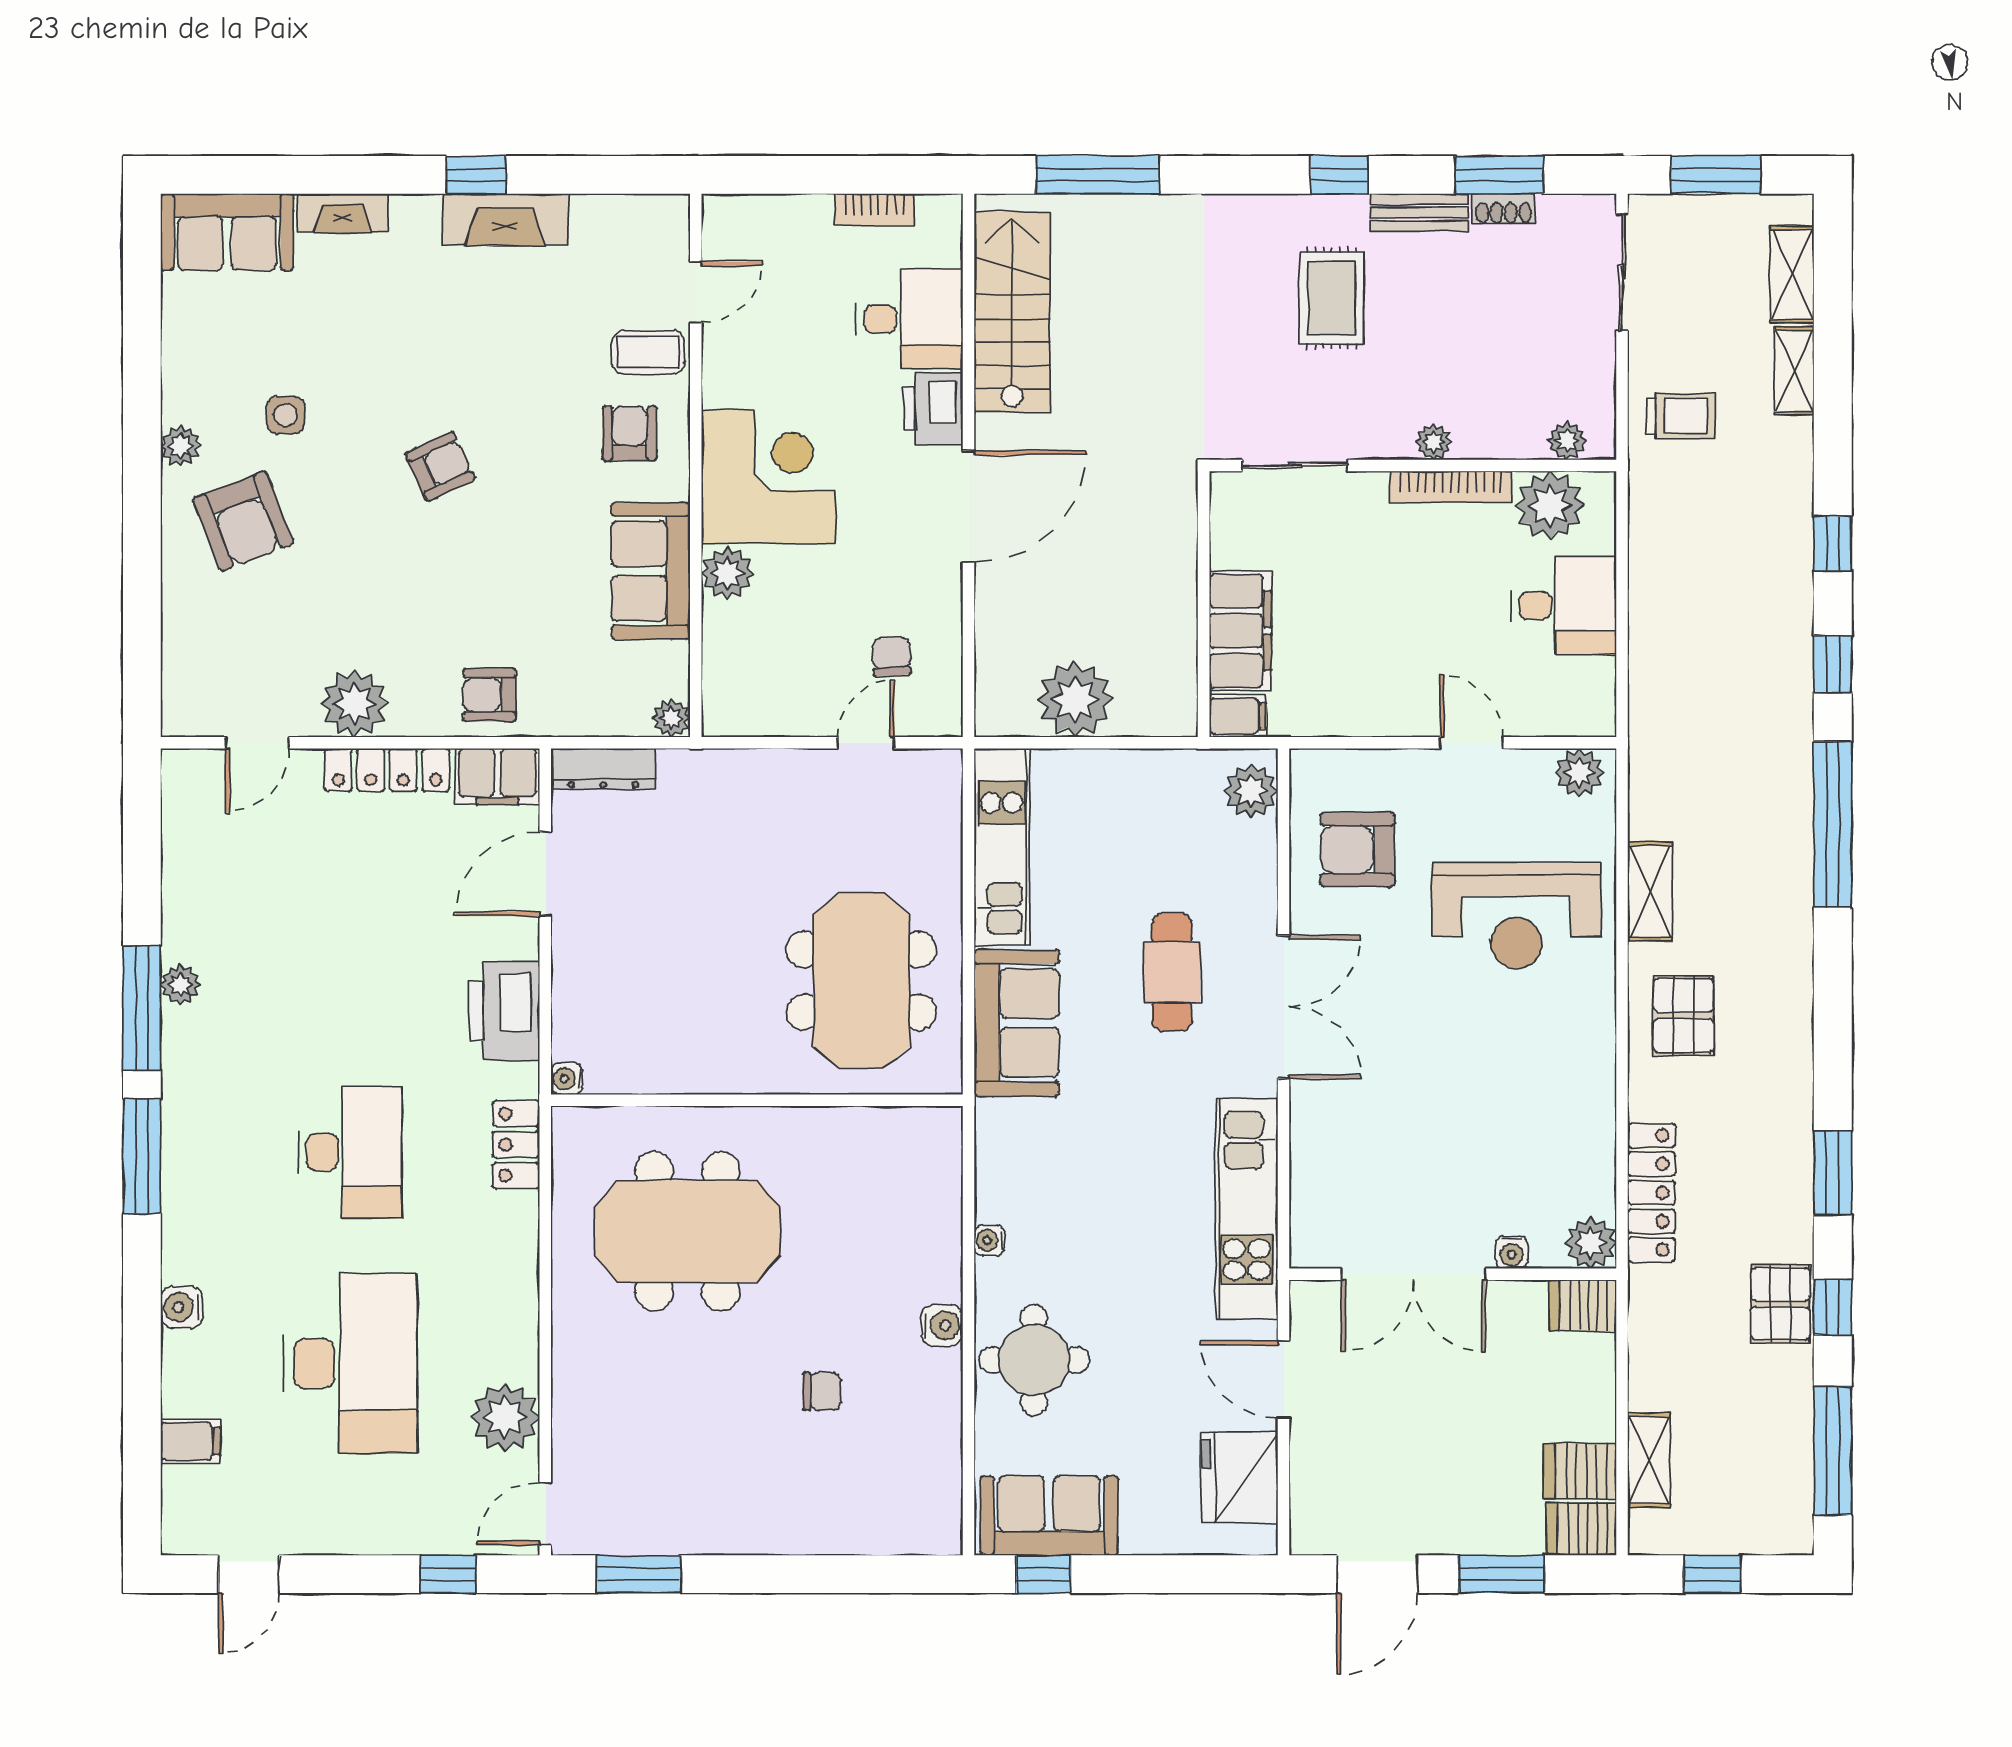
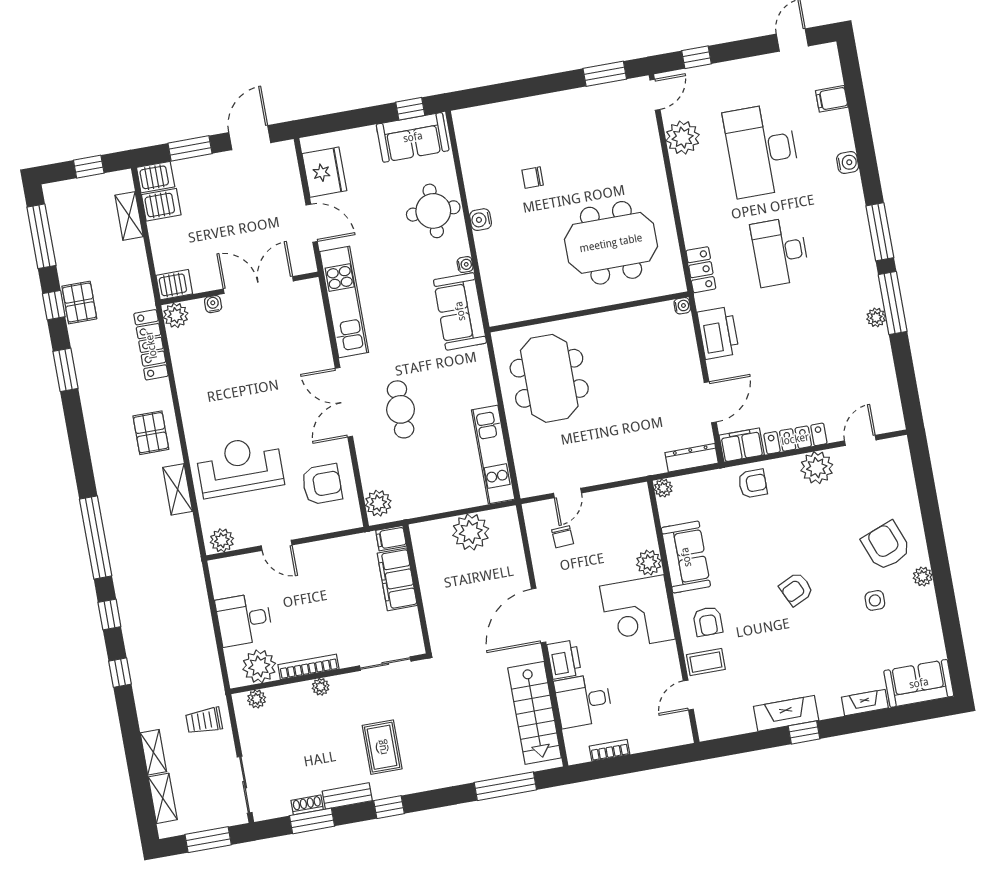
sofa: (1017, 1023) -> (460, 311), moved

